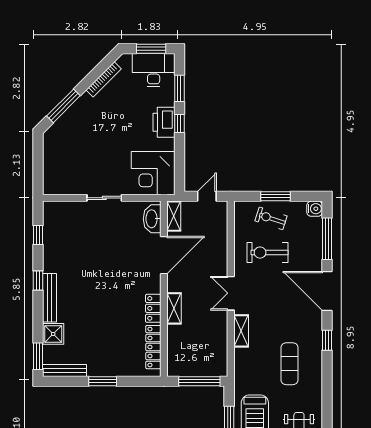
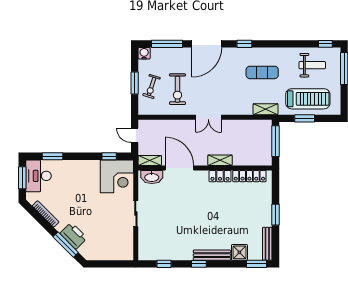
printer: (164, 122) -> (74, 236), moved, turned -135
window: (179, 123) -> (109, 156), moved
shelving: (241, 331) -> (266, 109), moved

